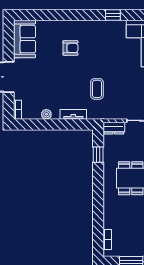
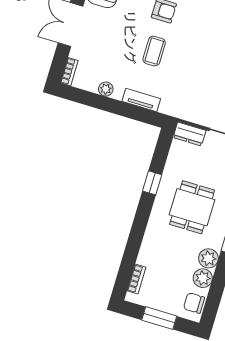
coffee table: (97, 89) -> (154, 51), moved
window: (98, 155) -> (152, 183), moved

